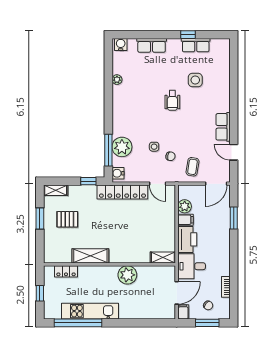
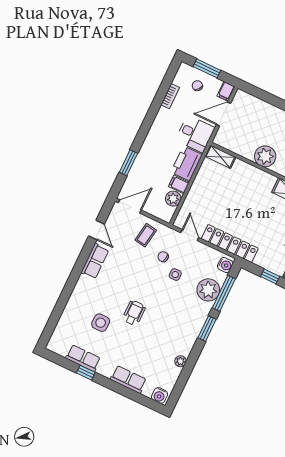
window: (108, 116) -> (207, 329), added
window: (88, 181) -> (270, 276), moved

